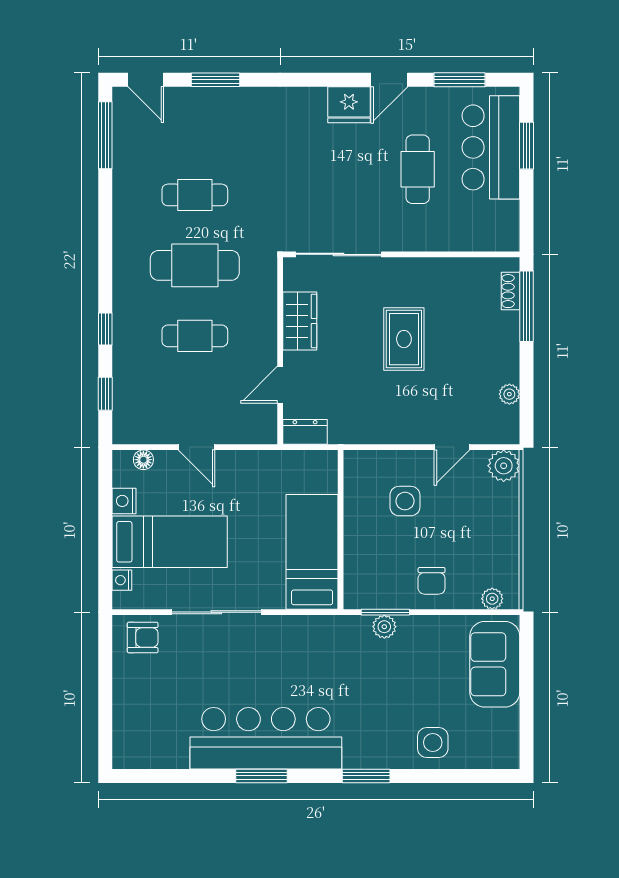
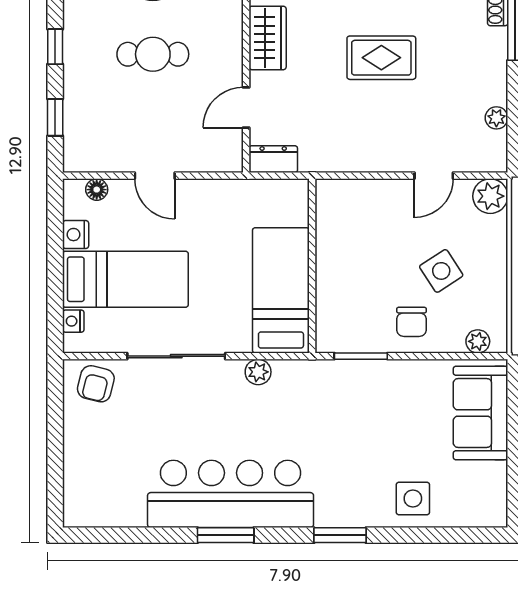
rug: (404, 339) -> (381, 58), turned 90
side table: (405, 501) -> (441, 271), moved, turned -33
plant: (384, 627) -> (258, 372), moved
armchair: (143, 638) -> (96, 384), turned 104

